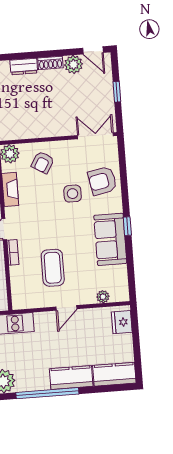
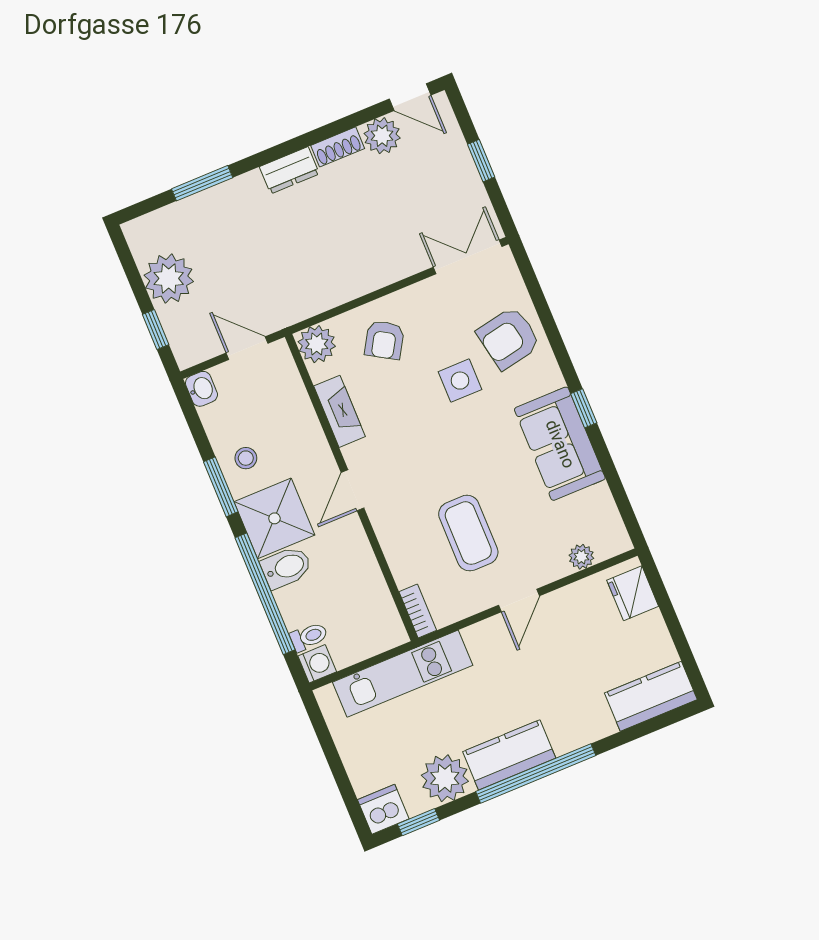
bookcase: (13, 252) -> (418, 611), moved
kitchen counter: (71, 378) -> (509, 755), moved

